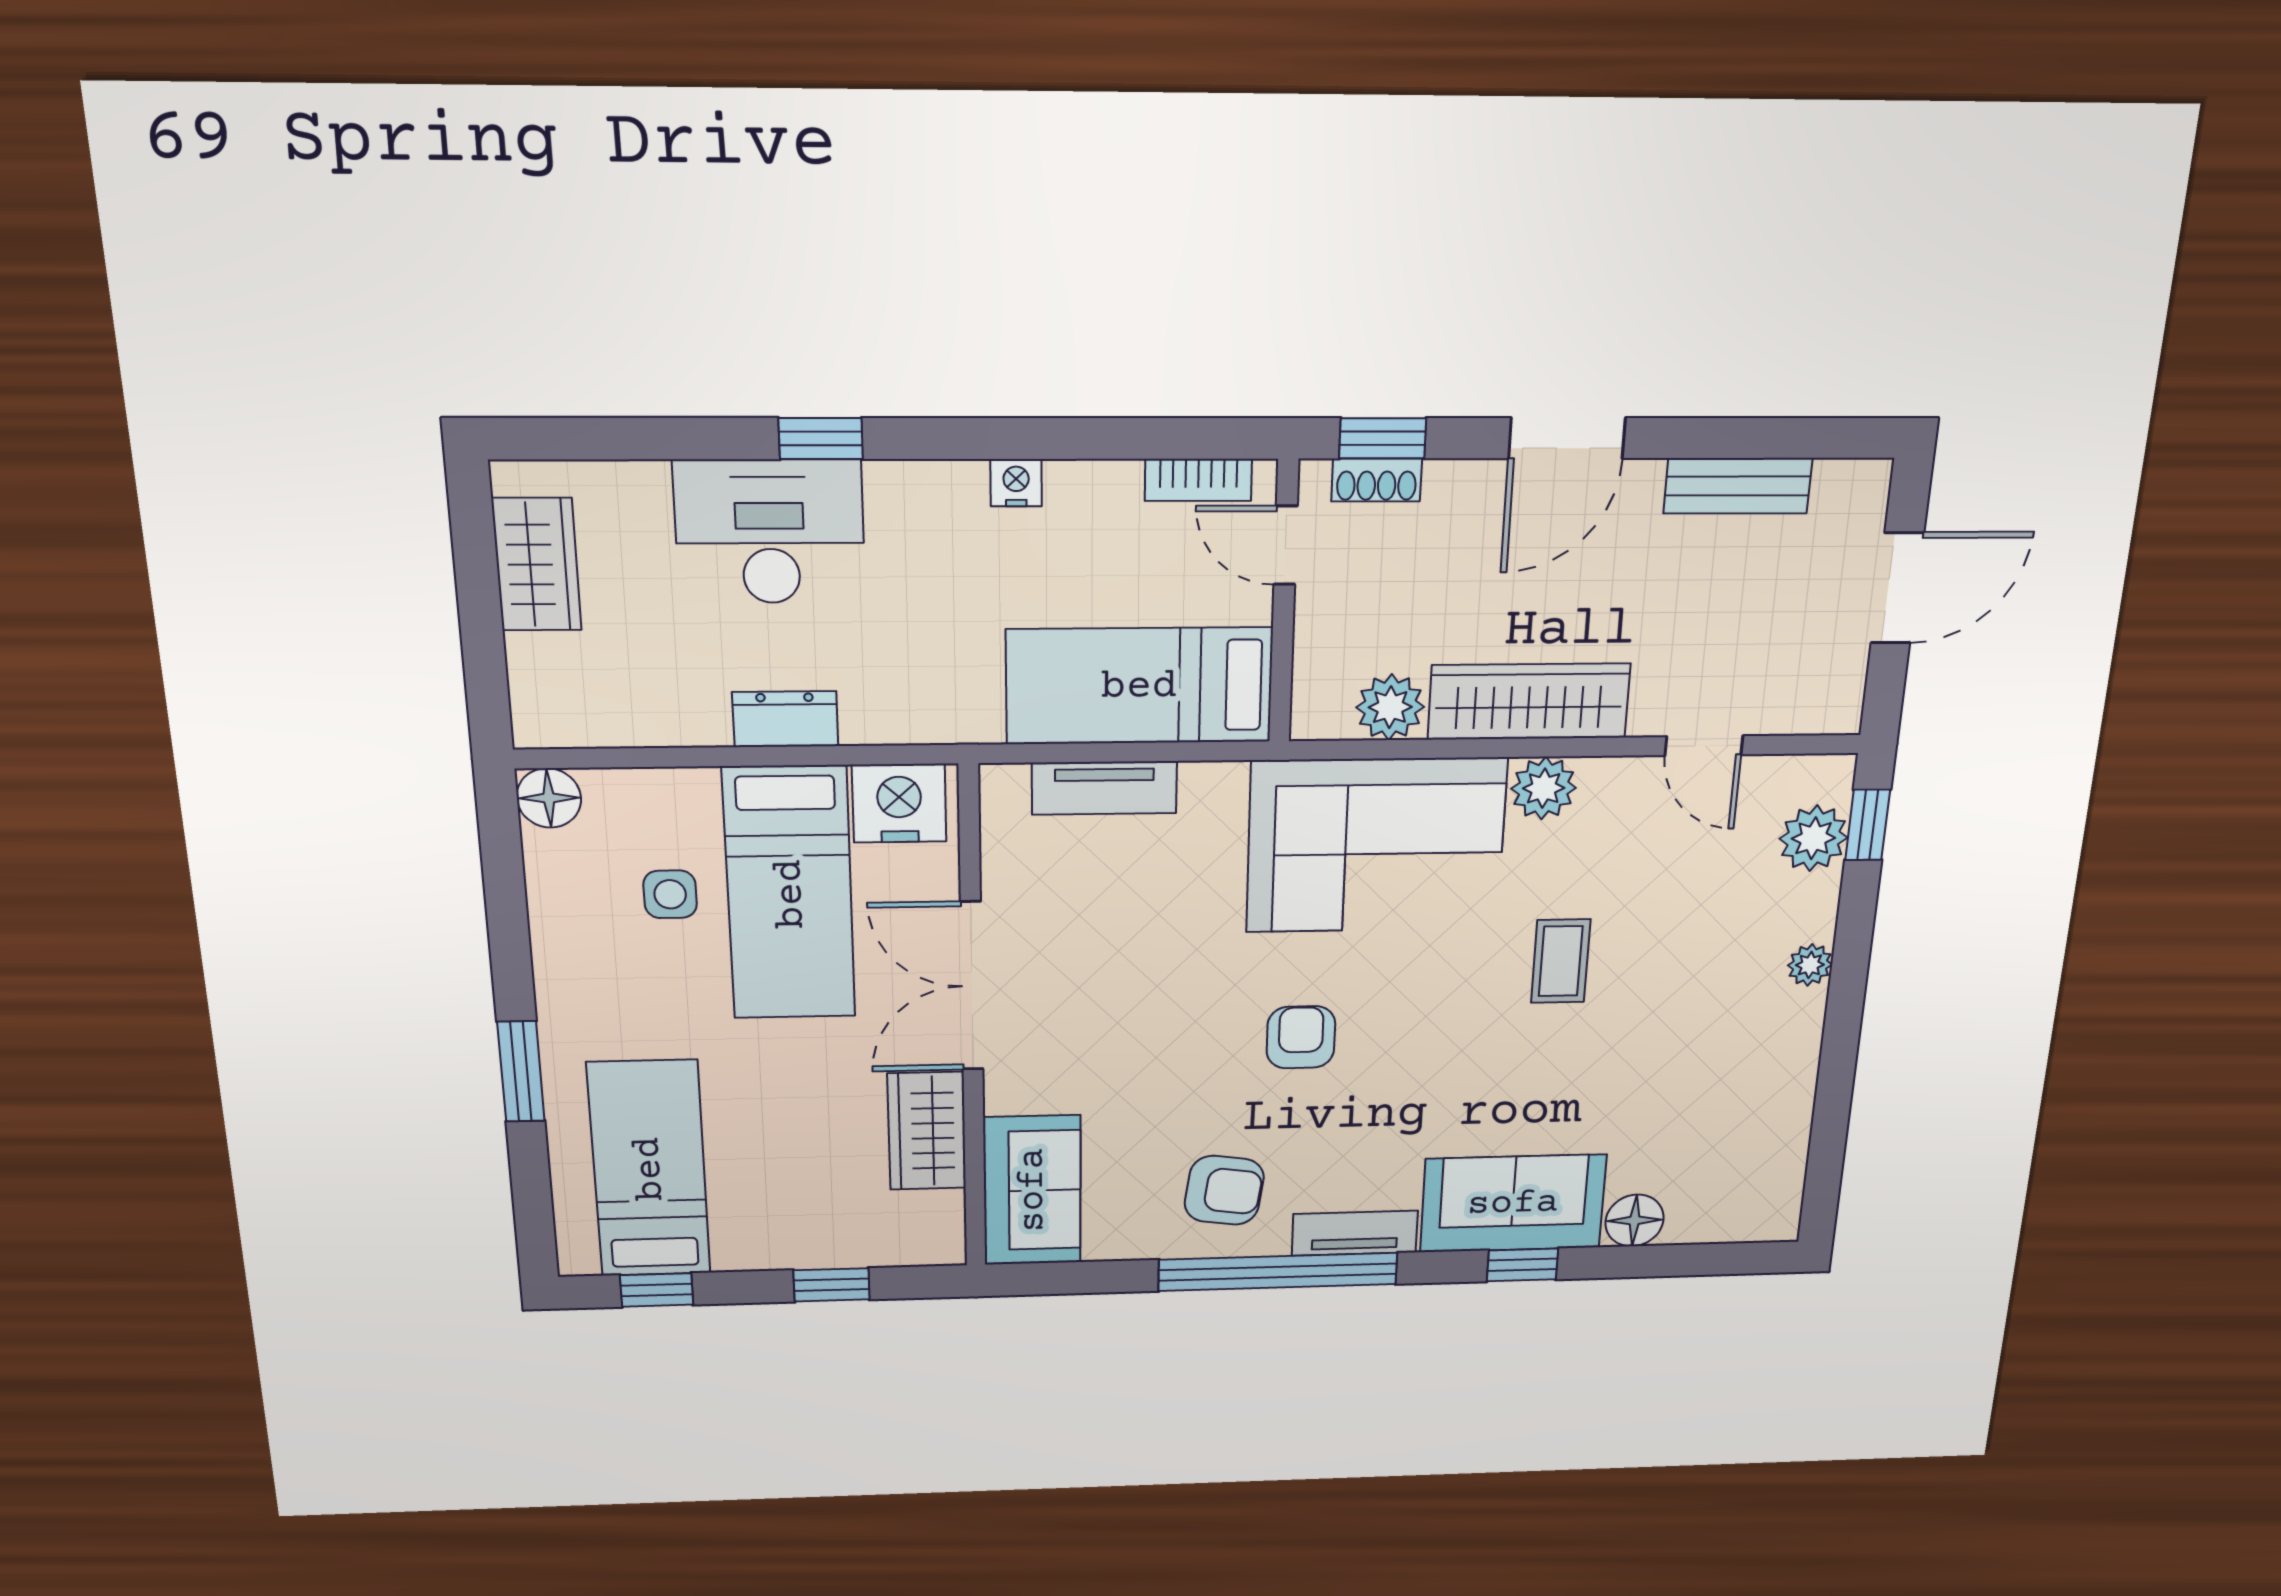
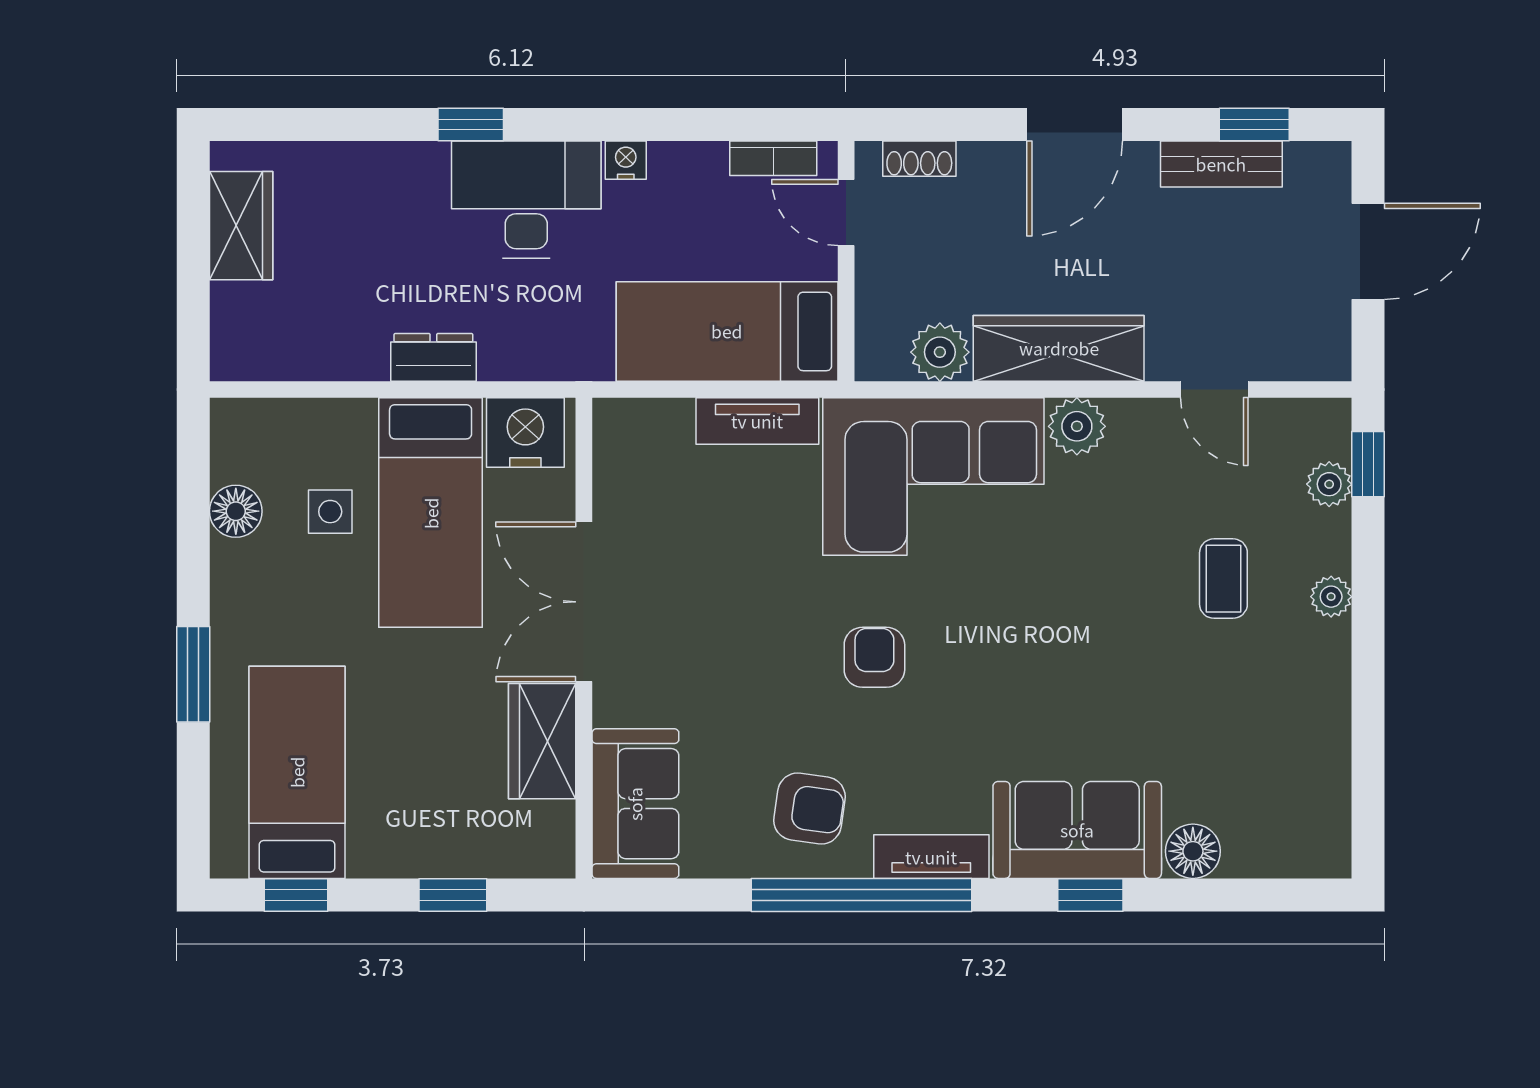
window: (1383, 438) -> (1254, 124), moved
desk: (770, 532) -> (526, 200), moved
tv unit: (1104, 788) -> (757, 421), moved
floor lamp: (549, 798) -> (236, 511), moved
plant: (1813, 838) -> (1329, 484), width x0.73, depth x0.73
coffee table: (1561, 961) -> (1223, 579), moved

